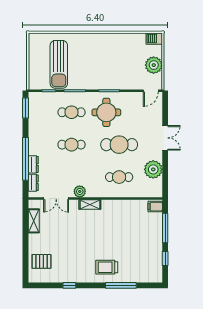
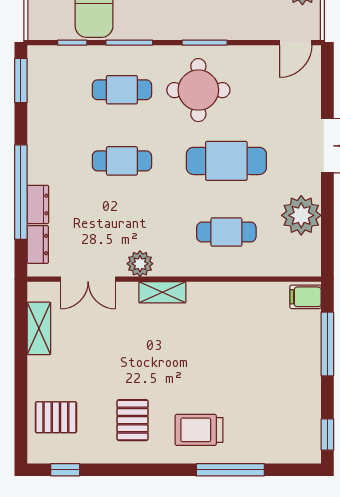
window: (165, 259) -> (327, 434), moved
pallet: (76, 263) -> (133, 420), added
window: (69, 285) -> (65, 470), moved

